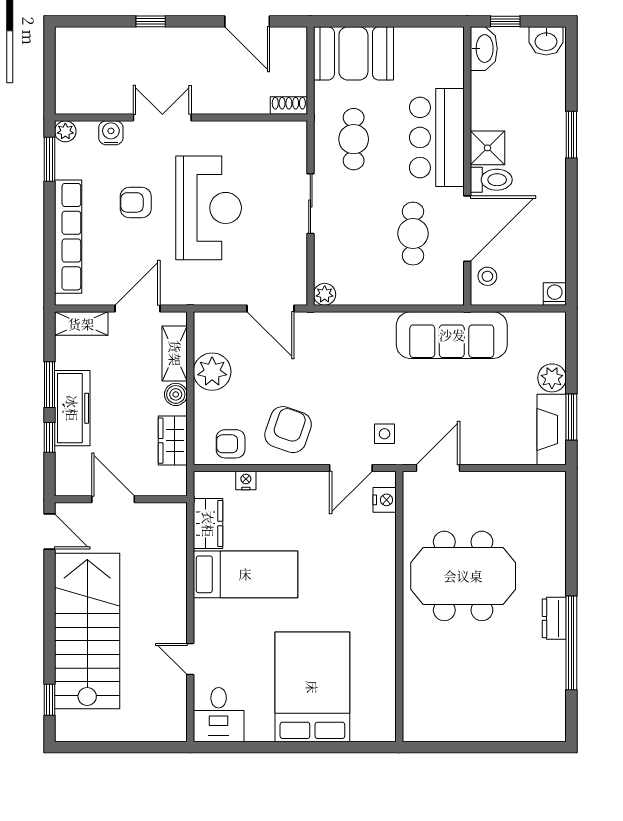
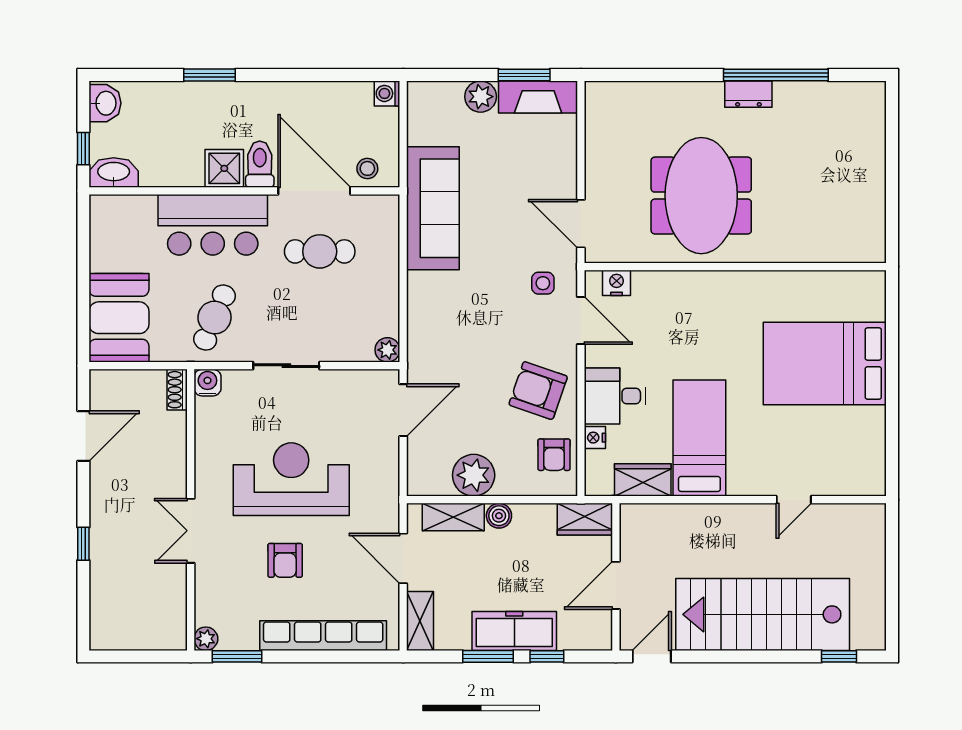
water cooler: (111, 133) -> (207, 383), moved, turned 90
cafe table: (354, 139) -> (215, 318), turned -67
wardrobe: (173, 441) -> (585, 519), moved
desk: (219, 715) -> (615, 396), moved, turned 180

